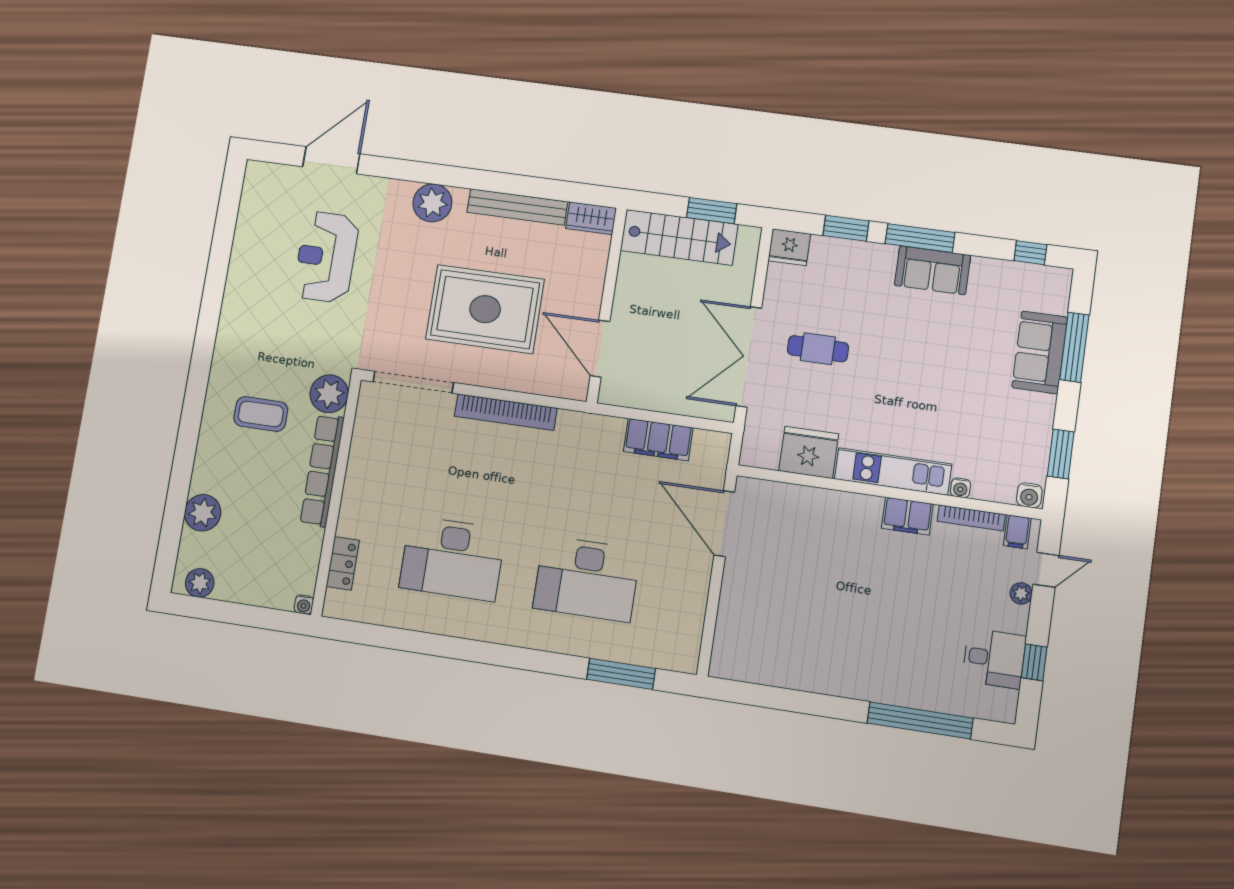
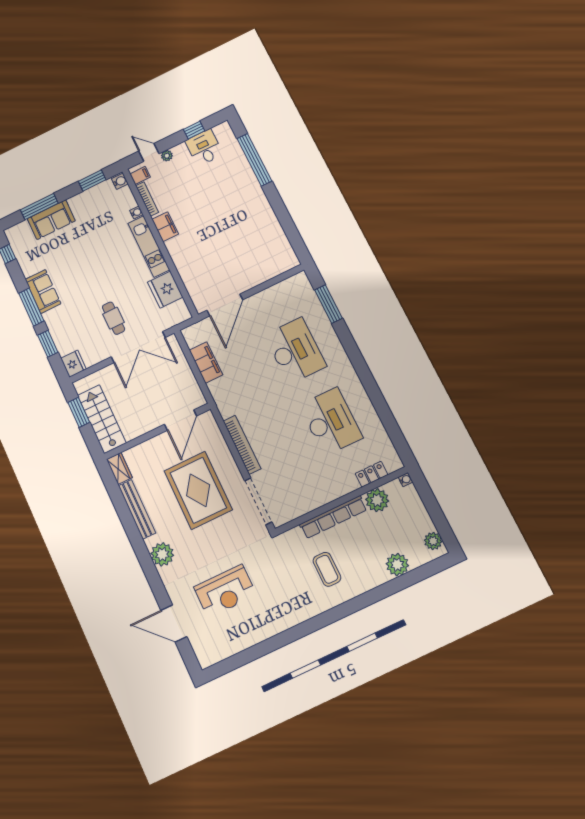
plant: (329, 394) -> (377, 500), moved

